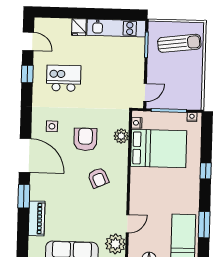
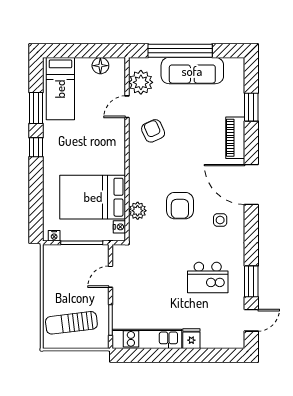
door: (28, 41) -> (251, 320), swing flipped
window: (27, 74) -> (251, 281), width x1.50
door: (145, 92) -> (110, 277), moved
window: (206, 171) -> (36, 147), moved
armchair: (98, 178) -> (153, 131), moved
window: (24, 196) -> (251, 107), moved
piano: (37, 218) -> (235, 138), moved

